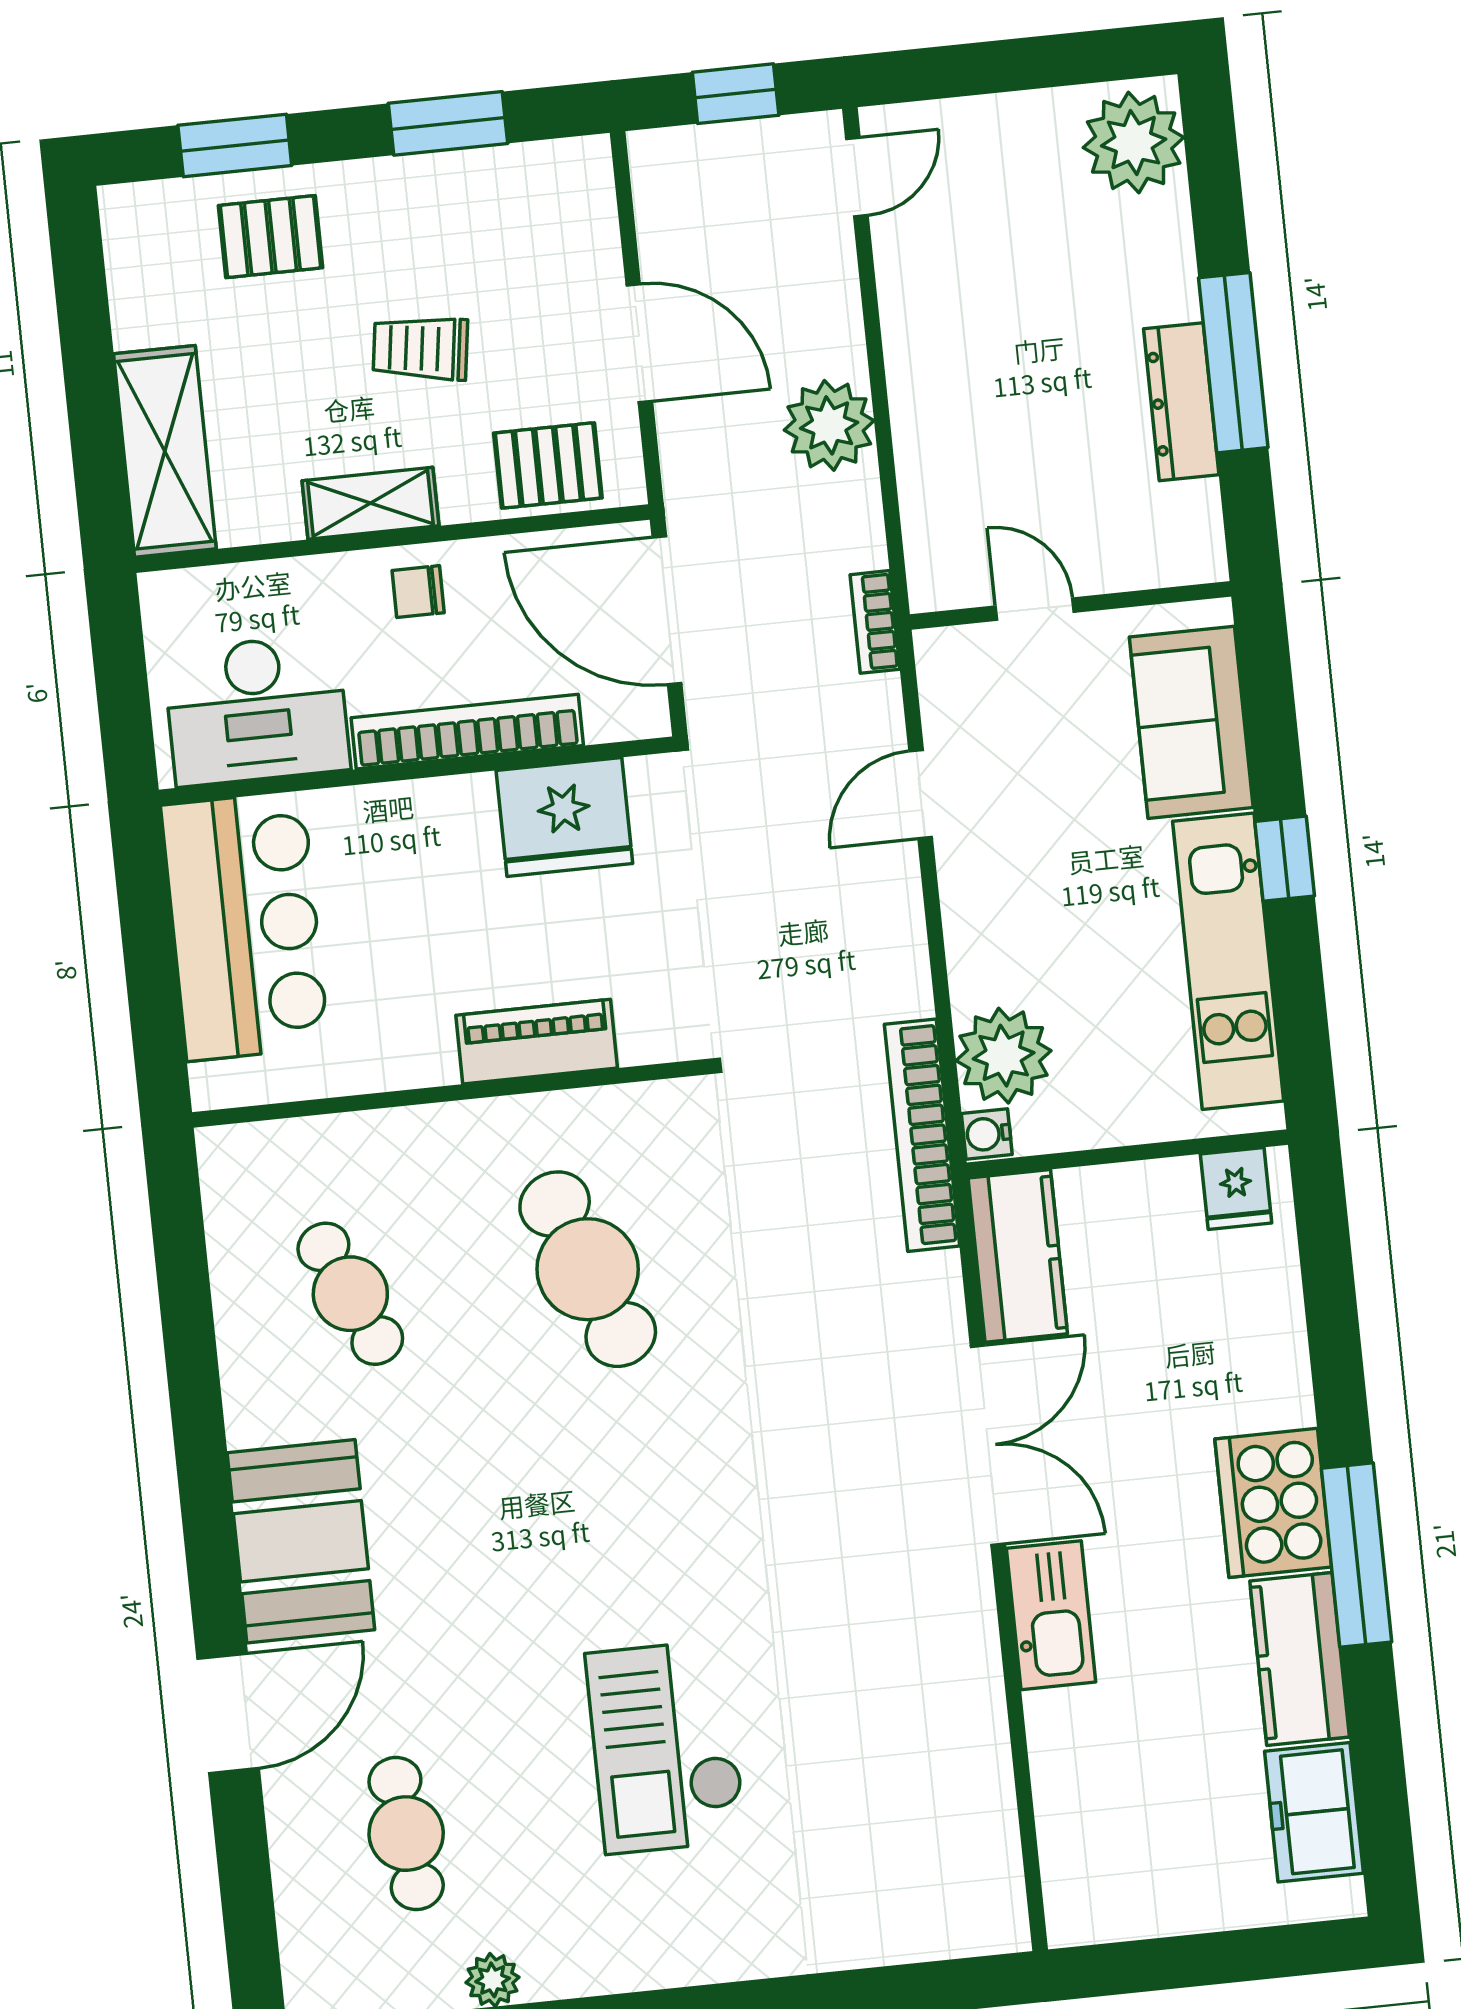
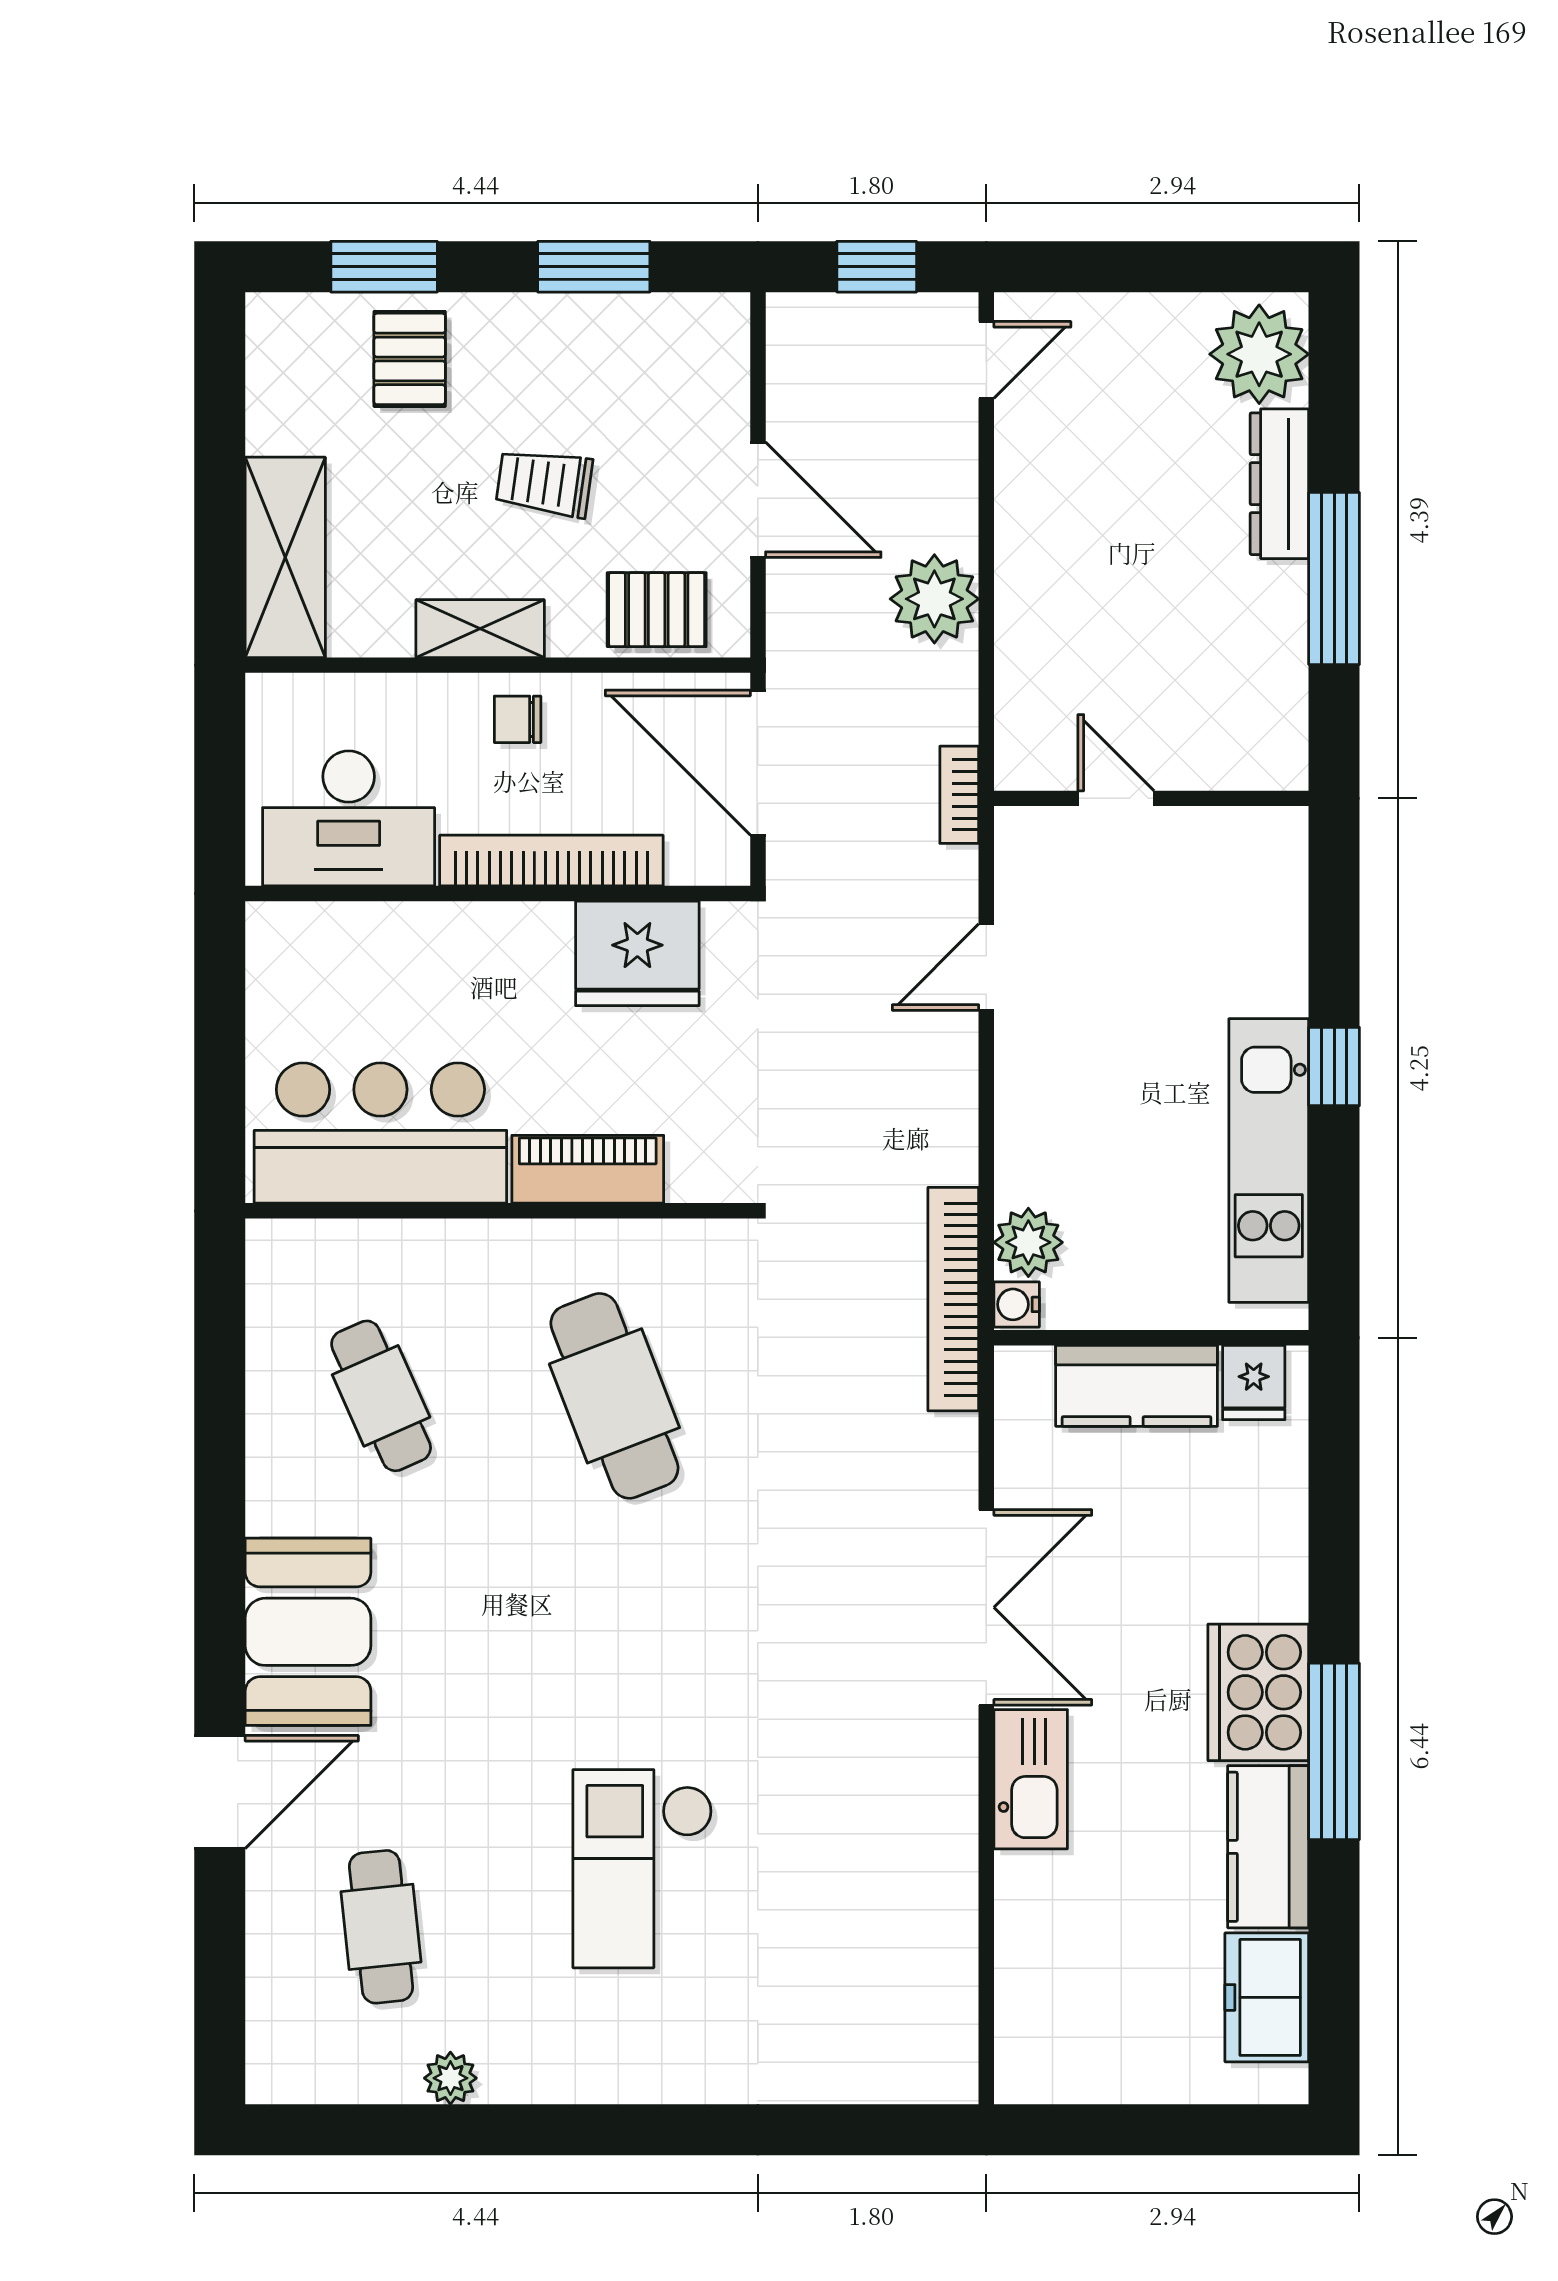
pallet: (270, 237) -> (410, 359), turned 90
dresser: (1181, 402) -> (1279, 484), moved
sofa: (1191, 722) -> (1257, 924), removed
bar counter: (245, 926) -> (380, 1133), moved, turned -90
plant: (1004, 1056) -> (1028, 1242), width x0.73, depth x0.73
kitchen counter: (1018, 1256) -> (1137, 1386), moved, turned 90

